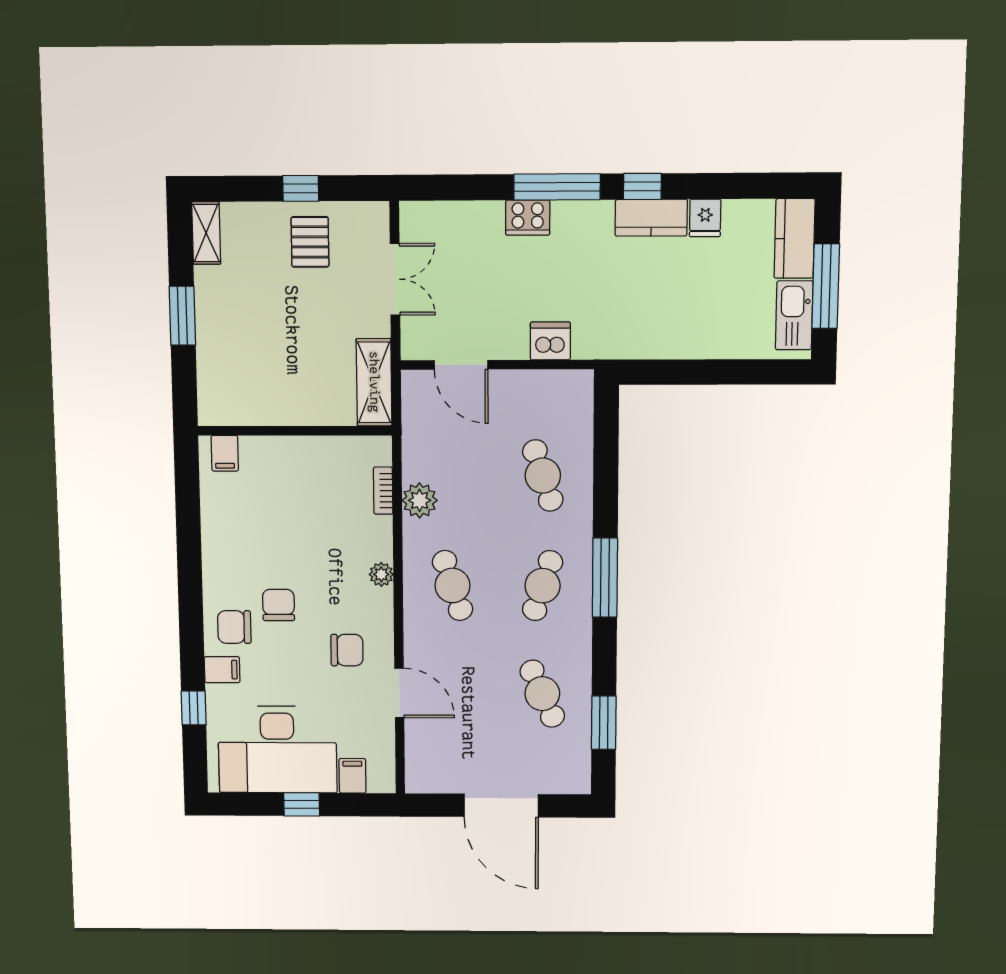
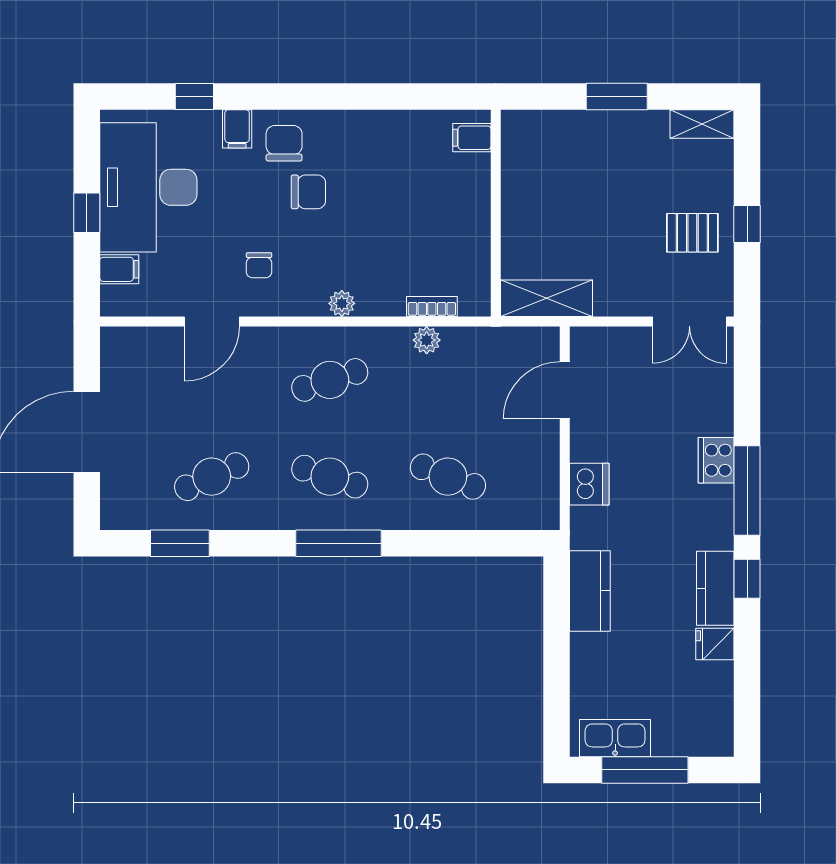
kitchen counter: (795, 238) -> (590, 591), moved, turned 90
double door: (395, 279) -> (689, 321), moved
cafe table: (543, 476) -> (448, 477), turned 39
plant: (420, 500) -> (427, 340), width x0.73, depth x0.73
chair: (347, 650) -> (259, 265), width x0.73, depth x0.73

